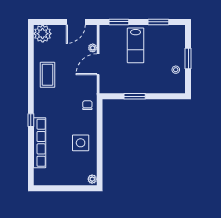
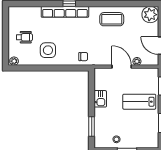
kitchen sink: (133, 87) -> (100, 99), added
window: (135, 96) -> (92, 127), moved
row of seats: (40, 143) -> (65, 12), moved
wheelchair: (67, 168) -> (24, 37), added

